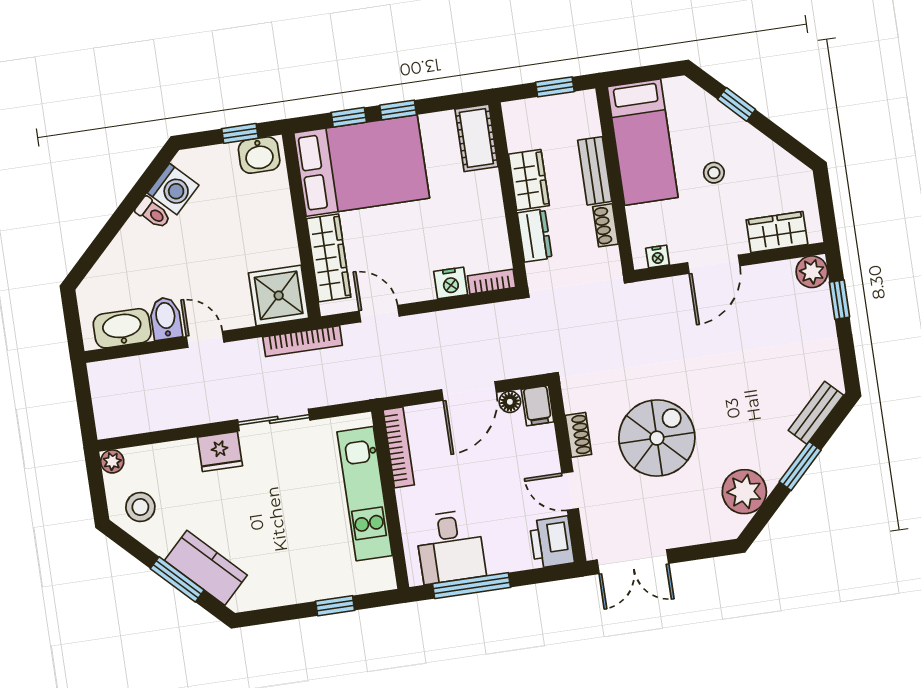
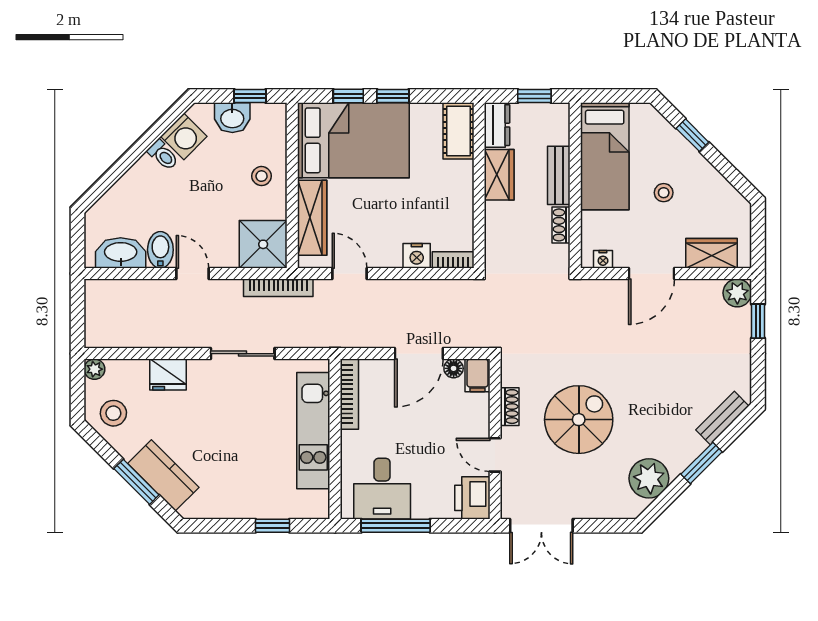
washbasin: (259, 155) -> (232, 118), moved
stool: (266, 220) -> (262, 176), added
dresser: (535, 235) -> (497, 125), moved
fridge: (220, 451) -> (168, 374), moved

